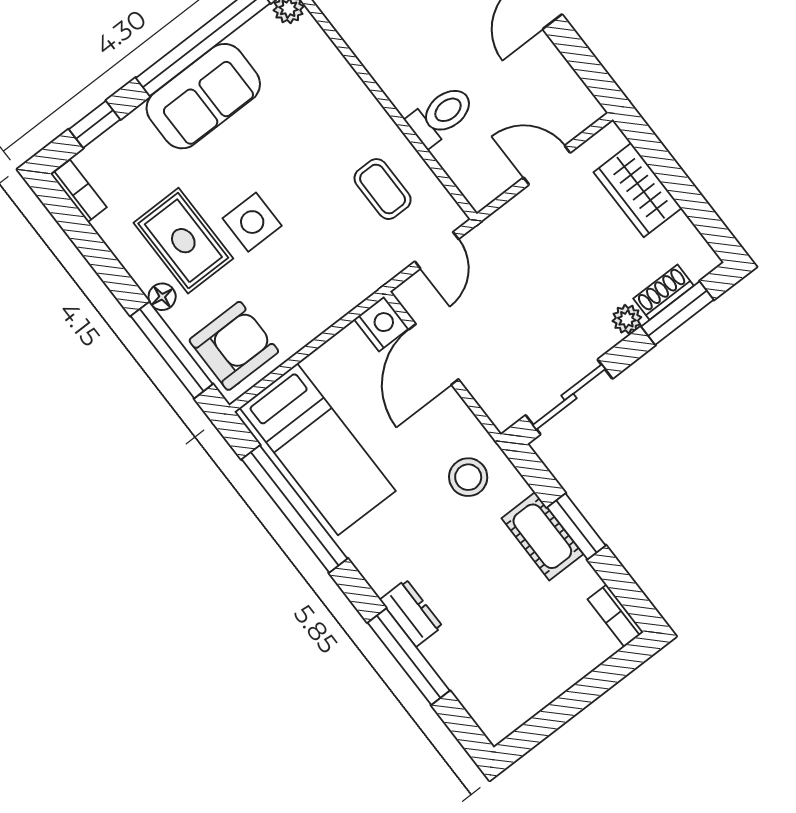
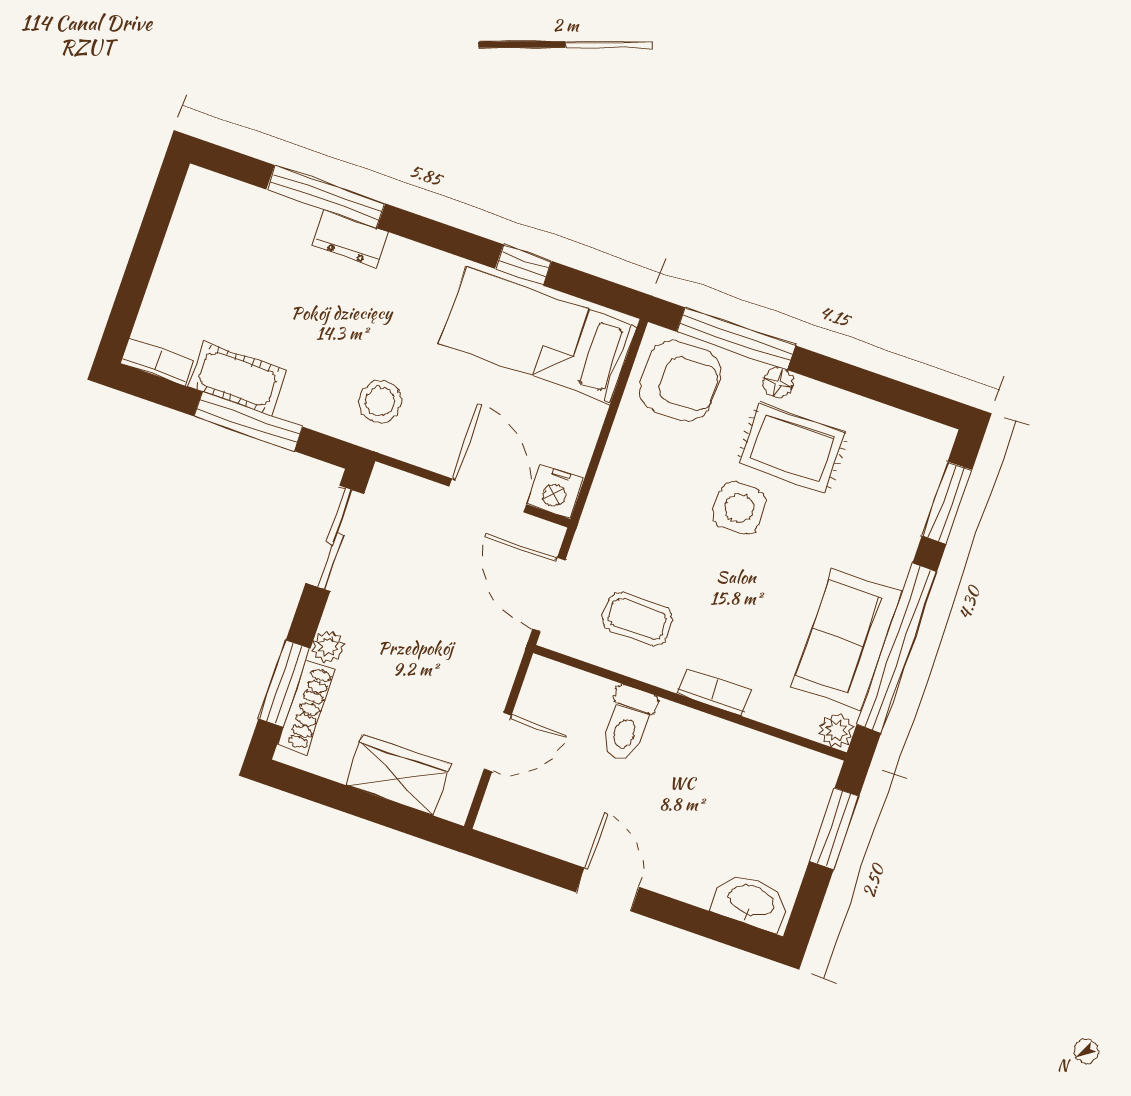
sofa: (203, 96) -> (847, 640), moved
window: (95, 124) -> (947, 503), width x1.50
bookcase: (79, 191) -> (714, 692), moved, turned 180
door: (437, 250) -> (549, 595), width x1.38
shoe rack: (664, 292) -> (306, 707), width x1.43
armchair: (234, 346) -> (680, 381), turned -90
window: (295, 509) -> (523, 265), width x0.32
window: (576, 526) -> (248, 422), width x1.44
cot: (542, 536) -> (237, 379), moved

